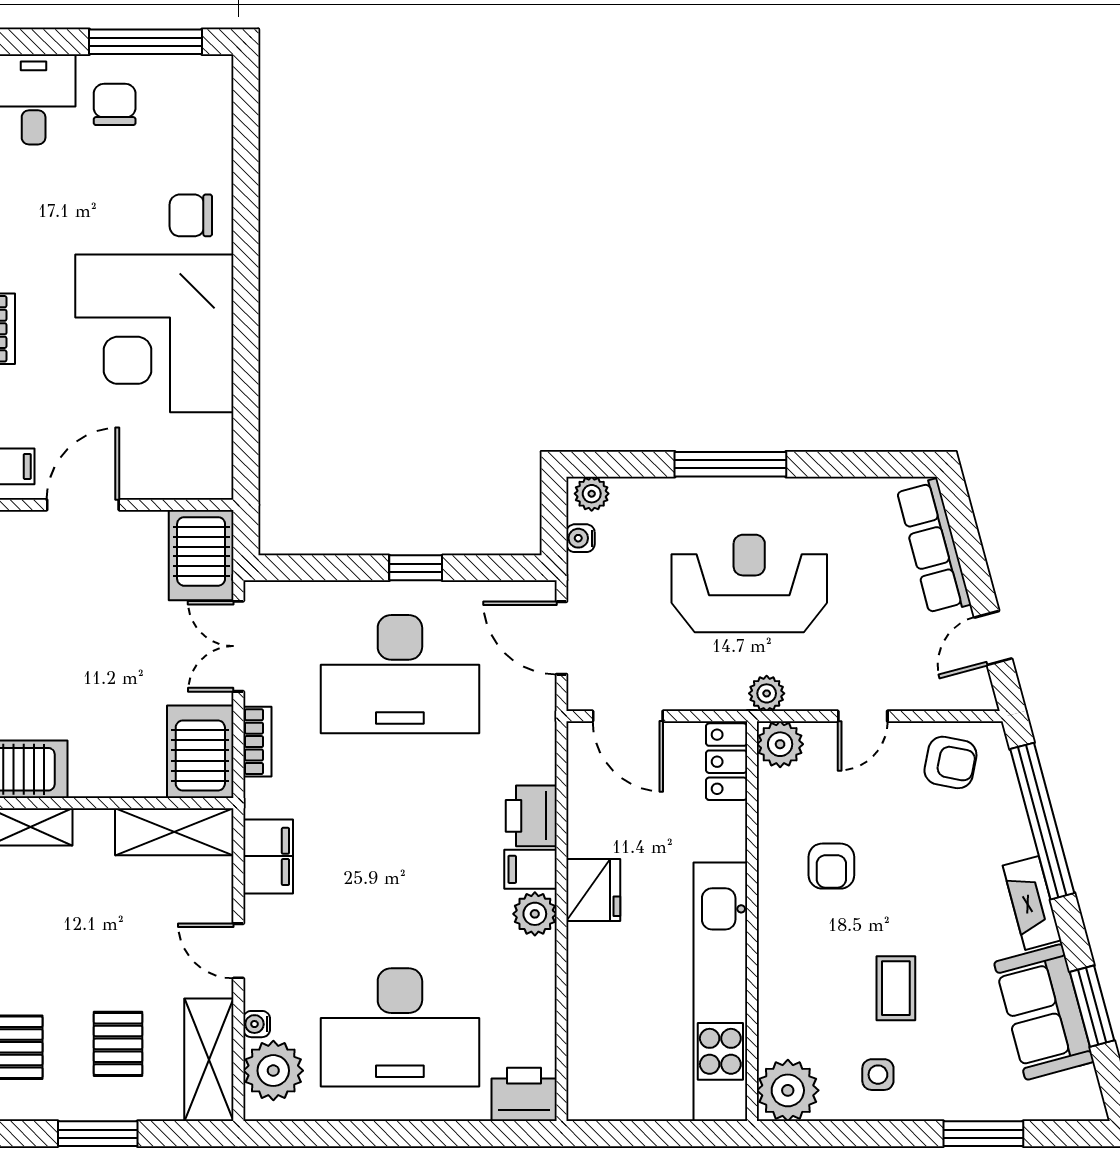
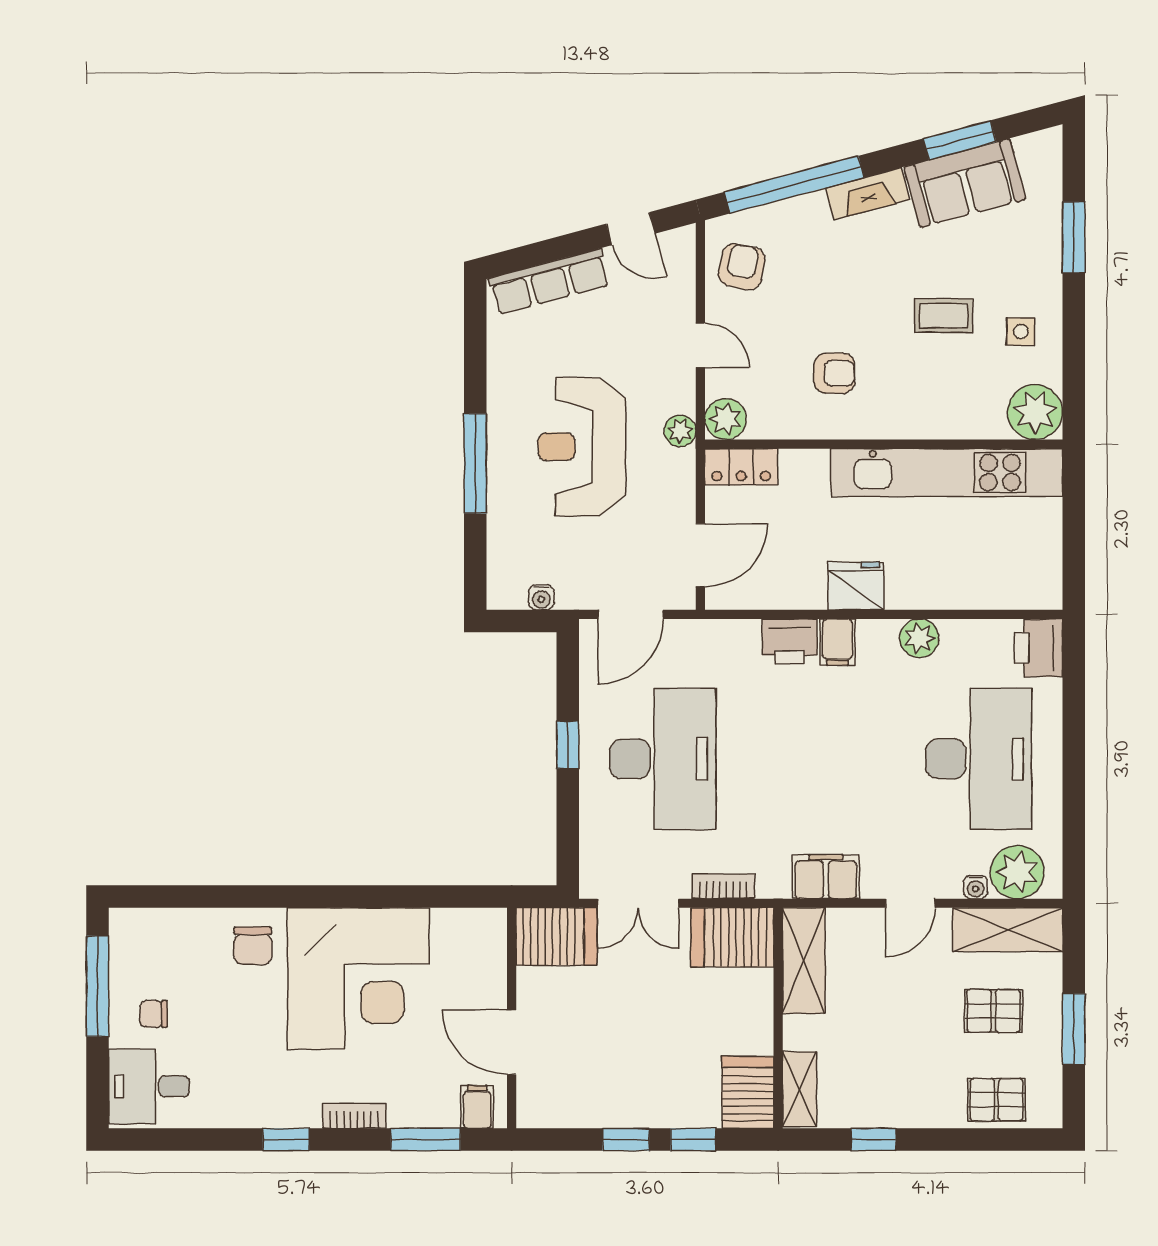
chair: (115, 104) -> (154, 1014), width x0.73, depth x0.73
plant: (592, 494) -> (502, 587), removed
plant: (535, 914) -> (919, 638), moved

